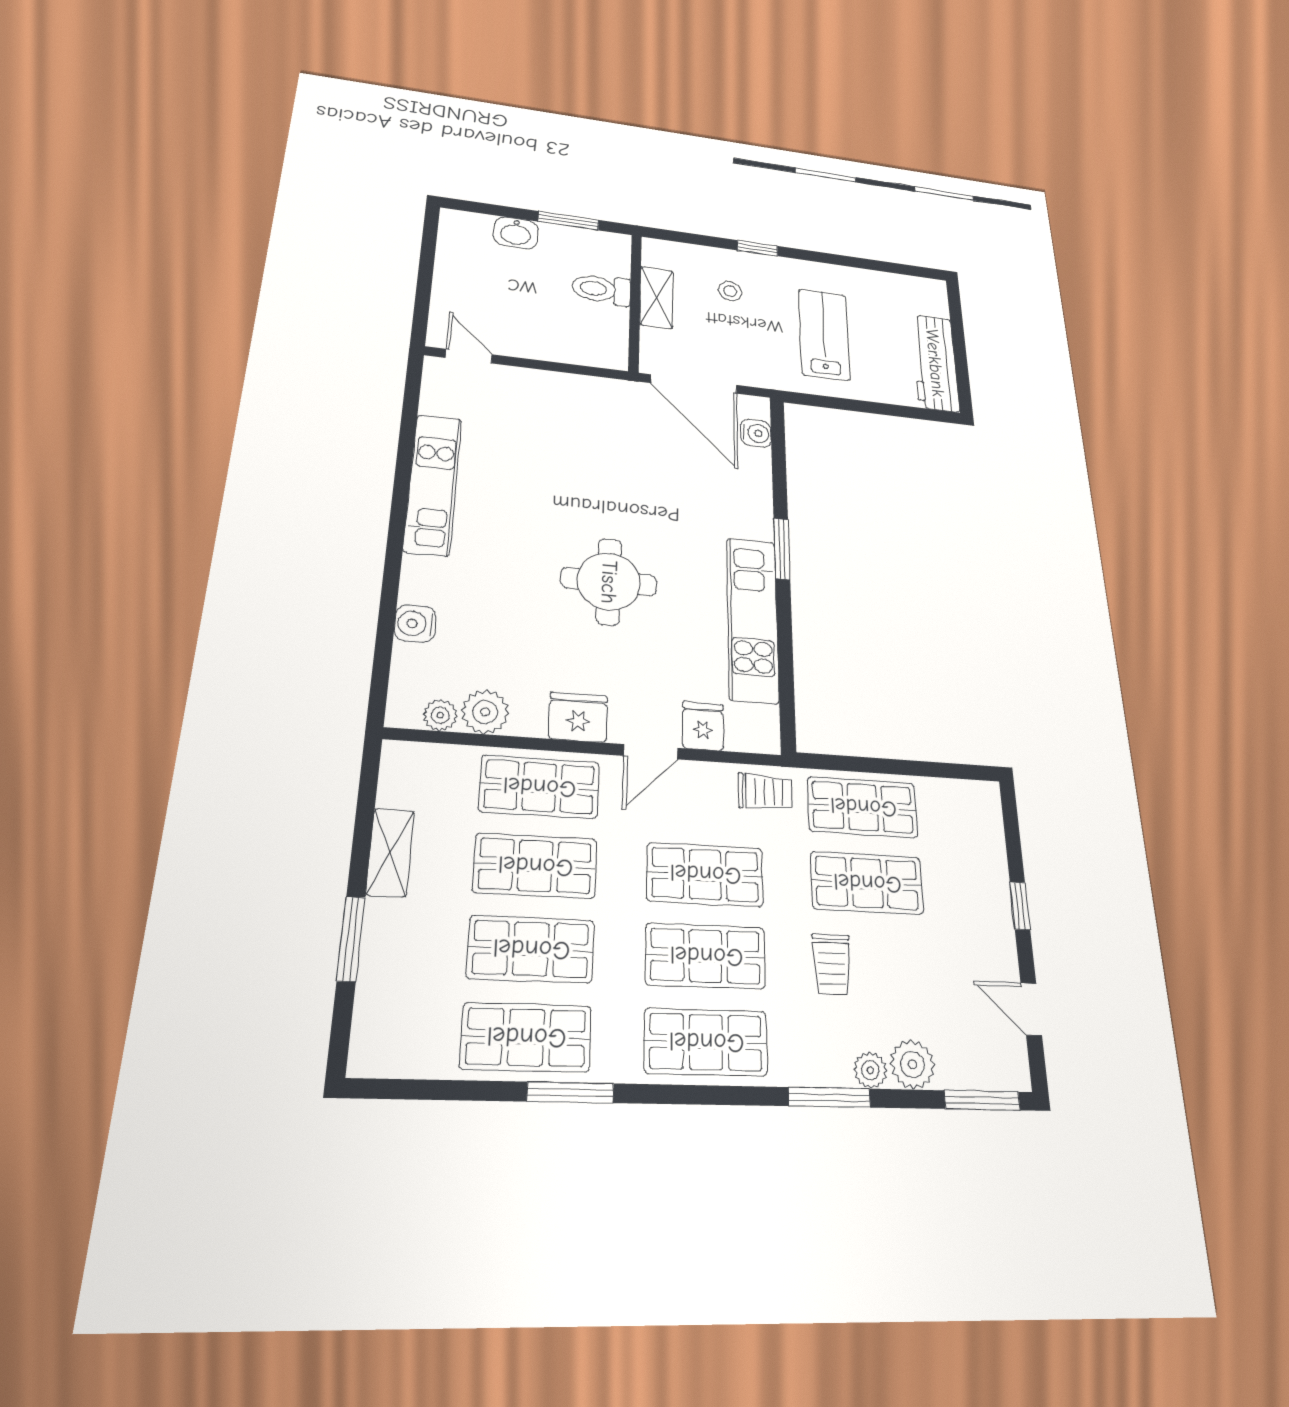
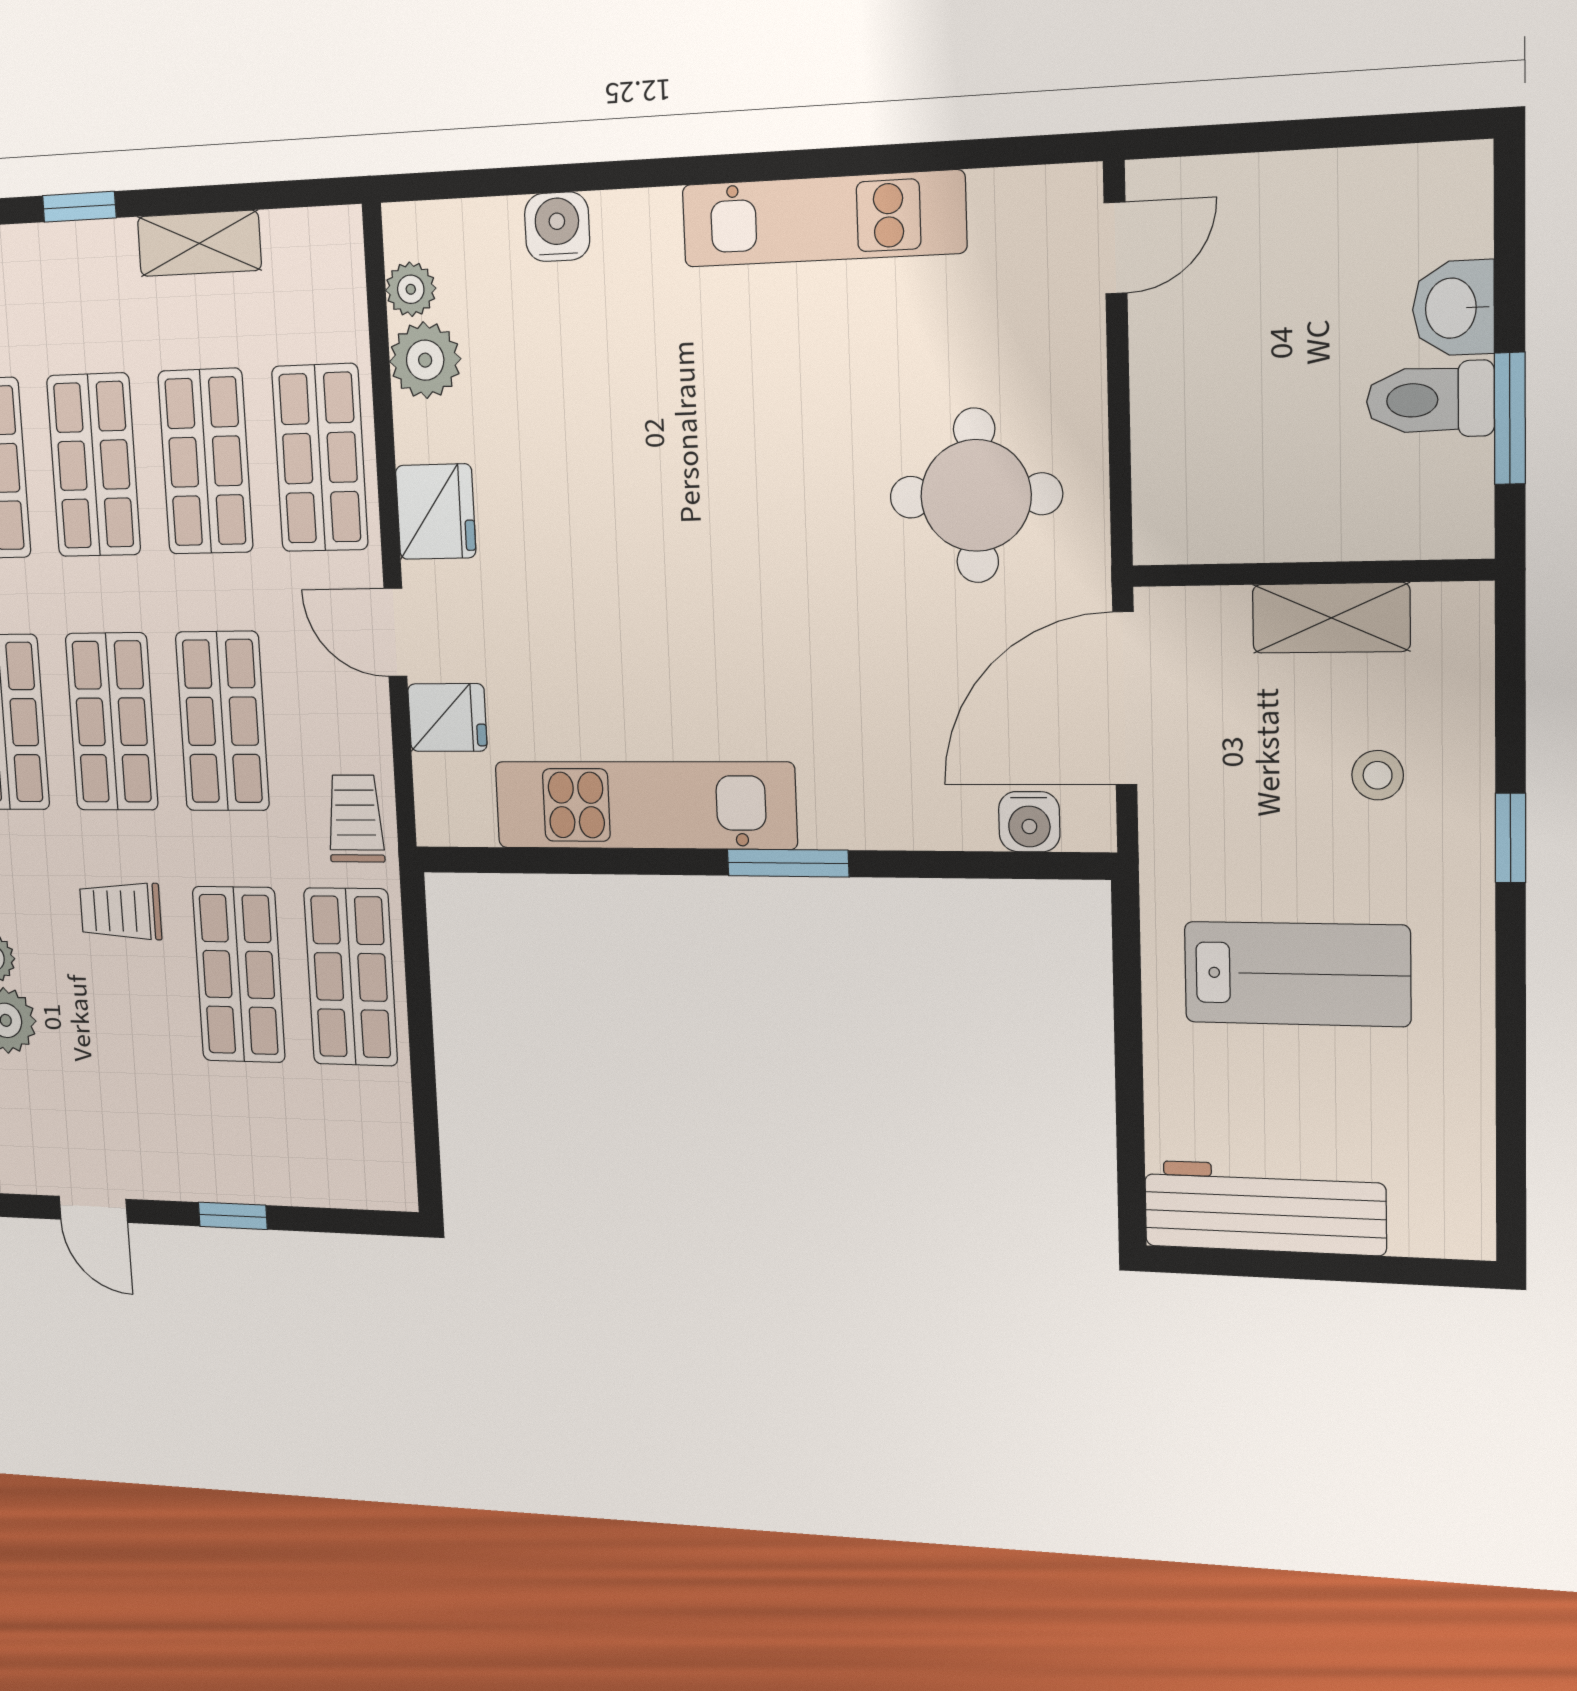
toilet: (601, 289) -> (1430, 400), moved, turned -90
round table: (609, 582) -> (976, 495), moved
trolley: (765, 792) -> (356, 819), turned 180
window: (351, 939) -> (79, 207), width x0.67
door: (1031, 1009) -> (93, 1209), swing flipped

